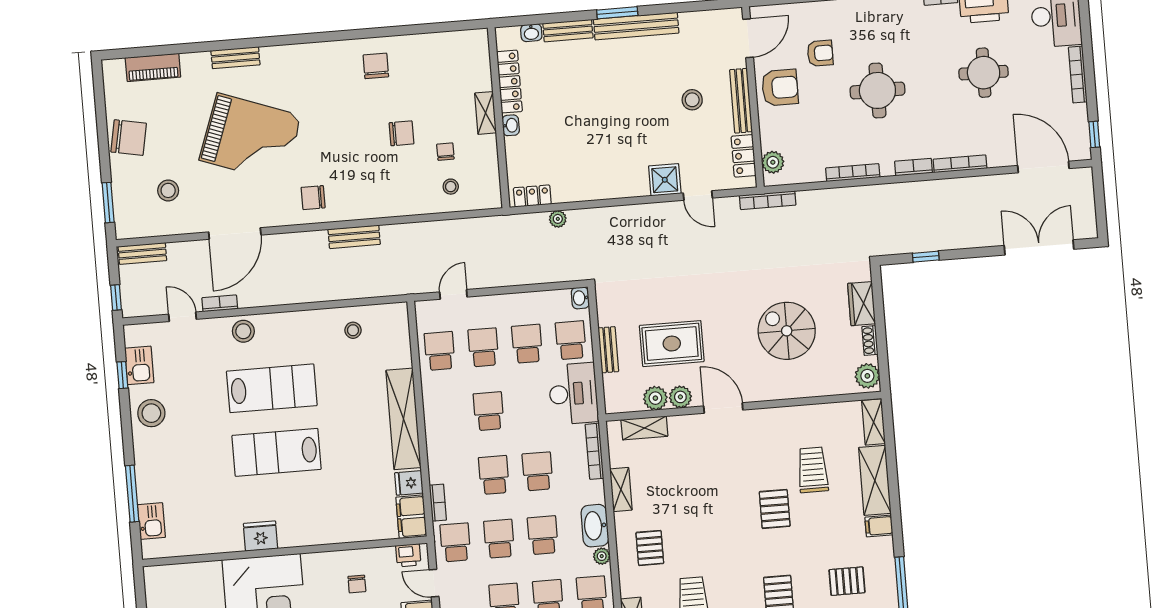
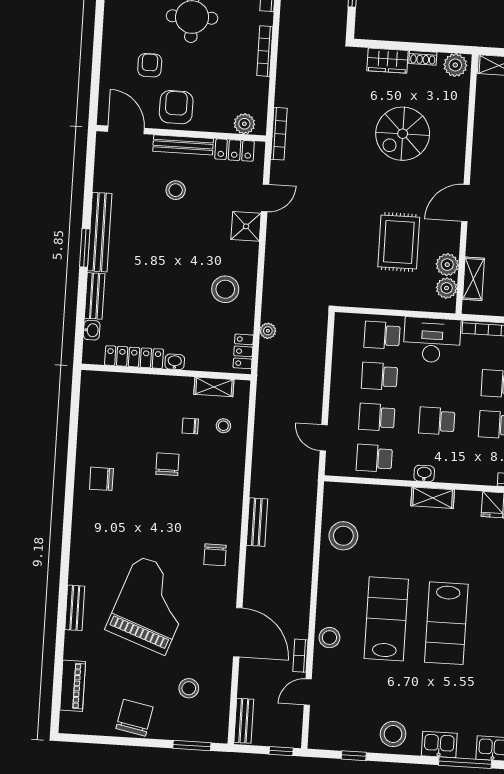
shelving: (486, 113) -> (214, 387), moved
stool: (595, 168) -> (225, 289), added
washbasin: (580, 298) -> (424, 473), moved, turned 180
stool: (353, 330) -> (343, 536), width x1.89, depth x1.89
bench: (608, 350) -> (396, 302), removed
kitchen sink: (139, 365) -> (439, 745), moved
plant: (680, 397) -> (447, 288), moved
shelving: (403, 419) -> (433, 498), width x0.45, depth x0.75

